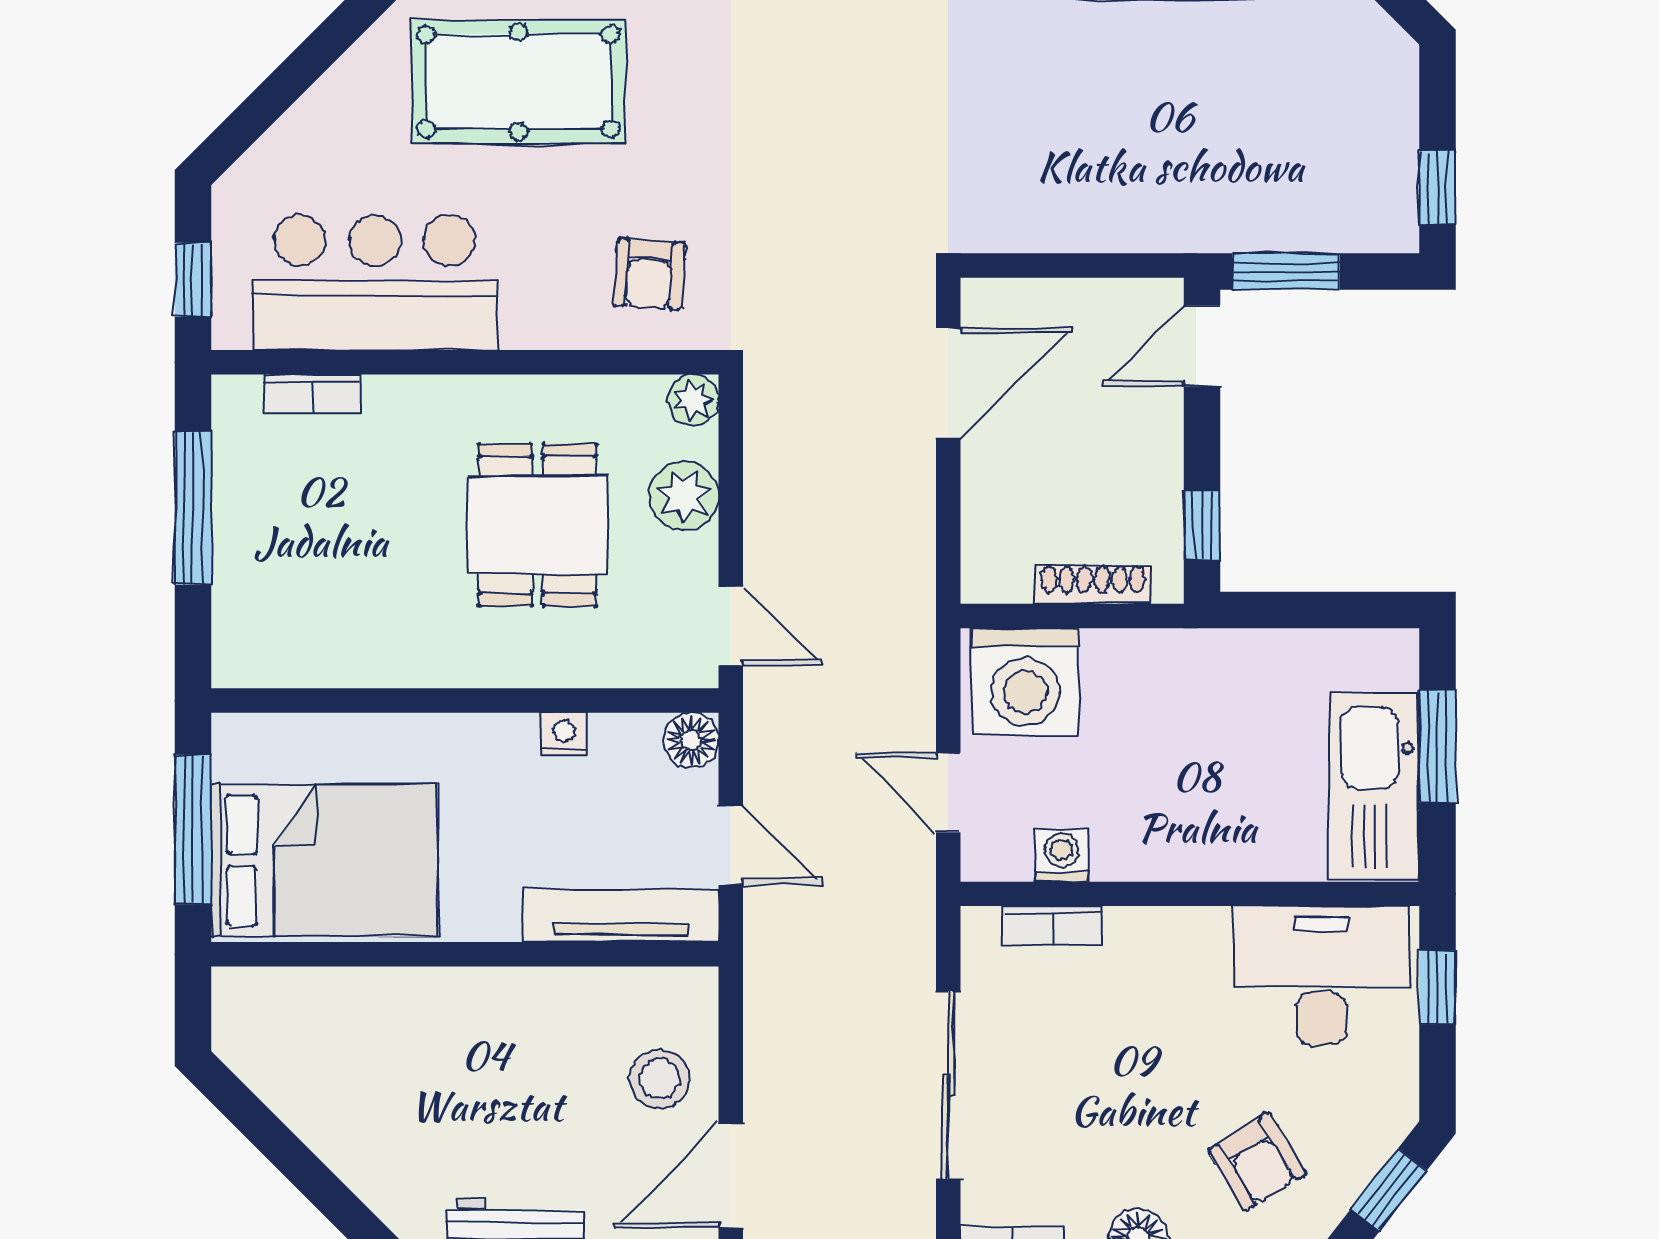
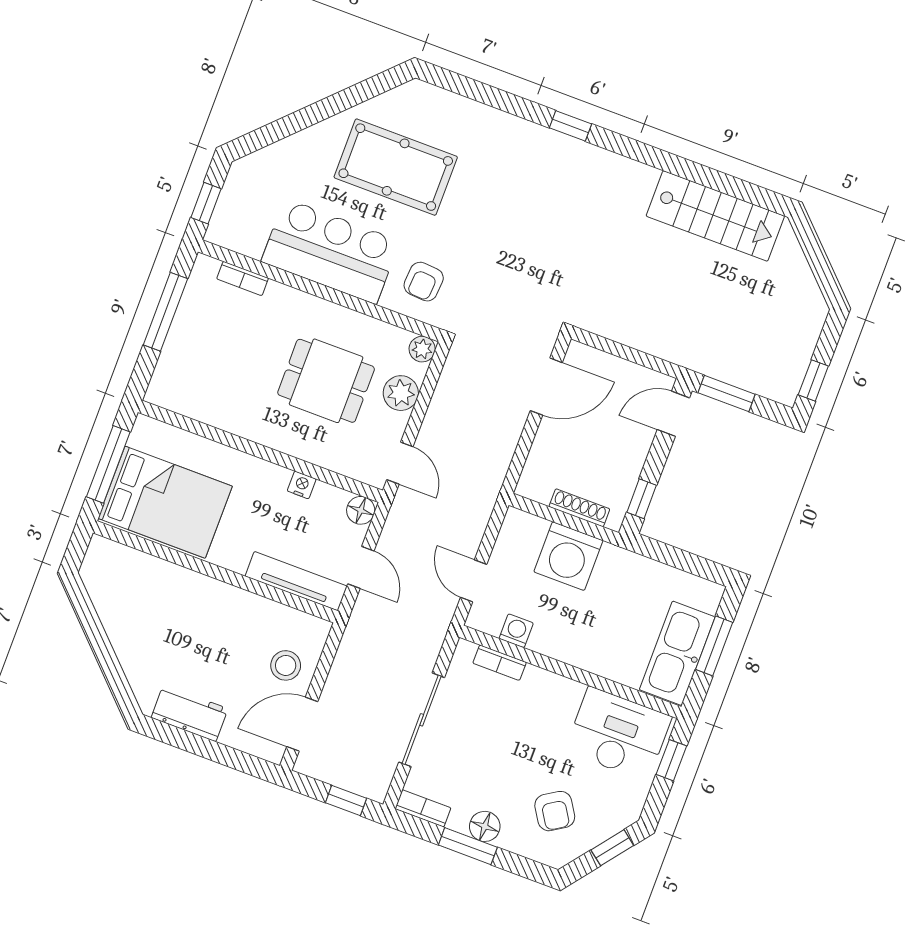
bar counter: (375, 282) -> (330, 251), moved
dining table: (537, 525) -> (326, 381), turned 90
washing machine: (1025, 681) -> (568, 556), moved

